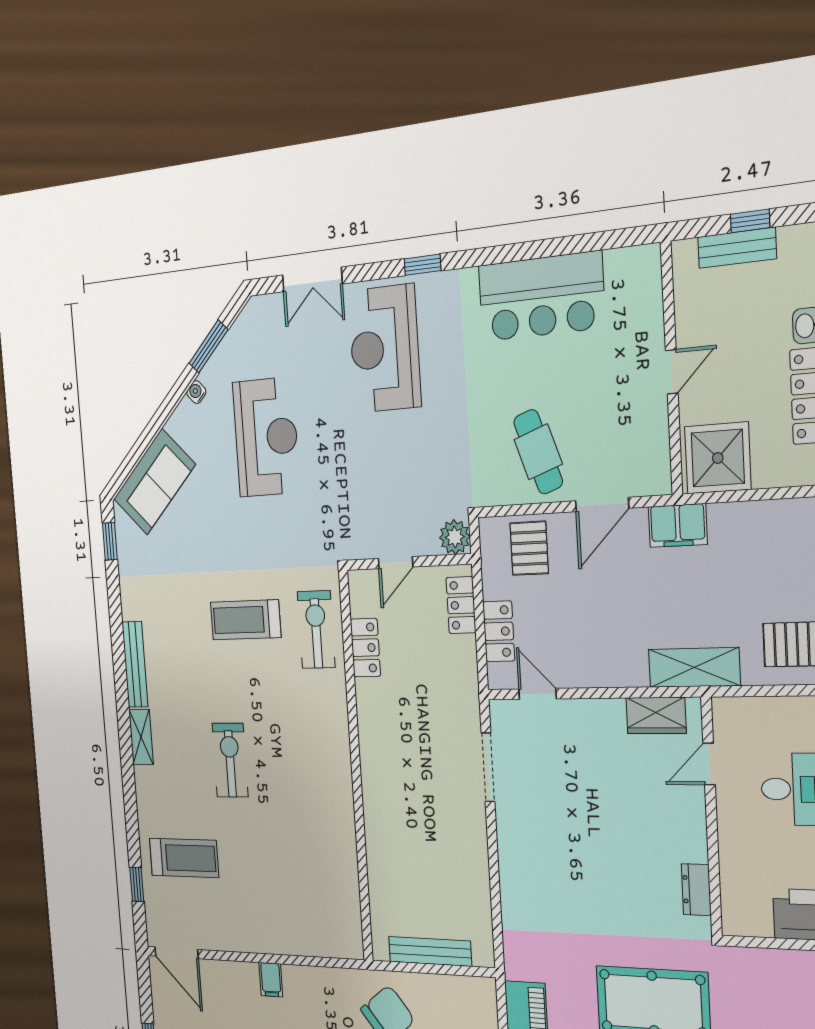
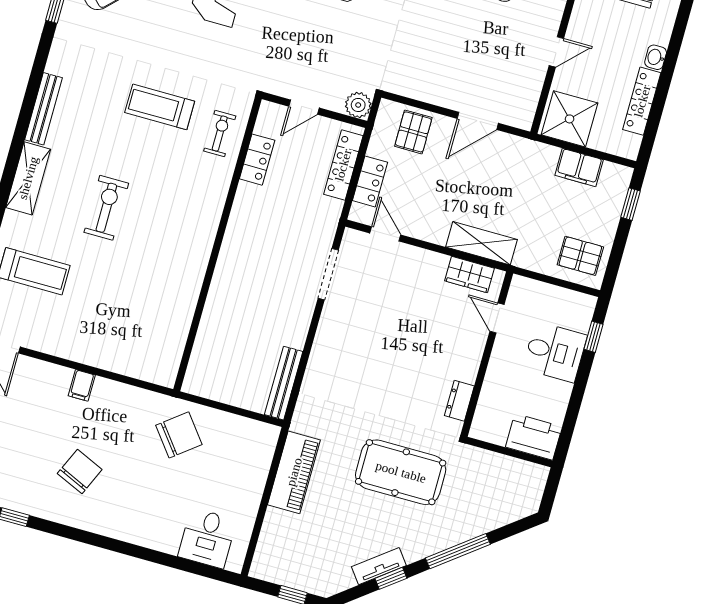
cafe table: (538, 452) -> (443, 69), removed
filing cabinet: (678, 526) -> (579, 168), moved
locker: (461, 605) -> (343, 165), width x1.53
exercise bike: (316, 629) -> (220, 133), width x0.73, depth x0.72
shelving: (694, 668) -> (482, 243), moved
shelving: (141, 737) -> (28, 178), width x1.50, depth x1.33
door: (709, 764) -> (497, 318), hinge flipped
bench: (430, 951) -> (284, 383), moved, turned 90

